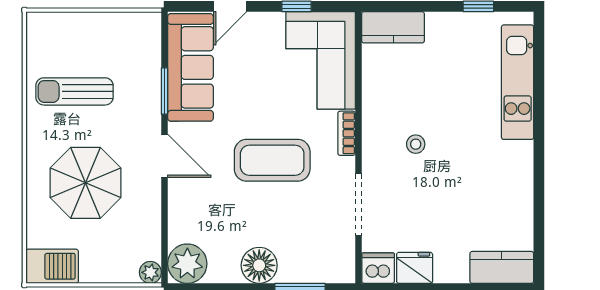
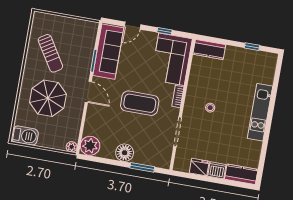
kitchen unit: (518, 82) -> (260, 112), moved
sun lounger: (75, 91) -> (50, 53), turned -122
dishwasher: (378, 268) -> (217, 170), moved

